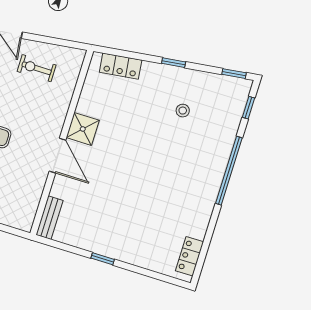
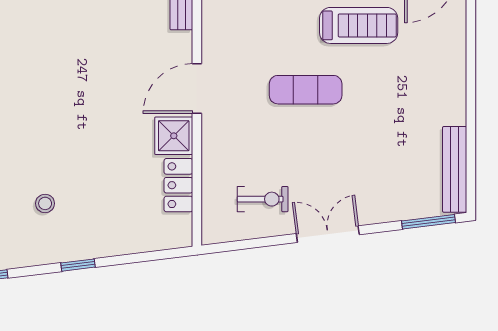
locker: (121, 66) -> (178, 185), moved, turned -83
door: (58, 156) -> (197, 89), hinge flipped

